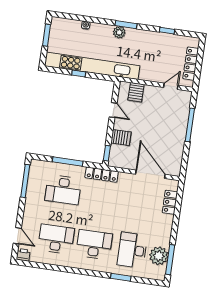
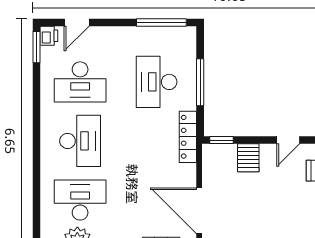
door: (150, 174) -> (199, 211), swing flipped
desk: (56, 239) -> (80, 82), turned 90
window: (121, 277) -> (37, 47), moved

